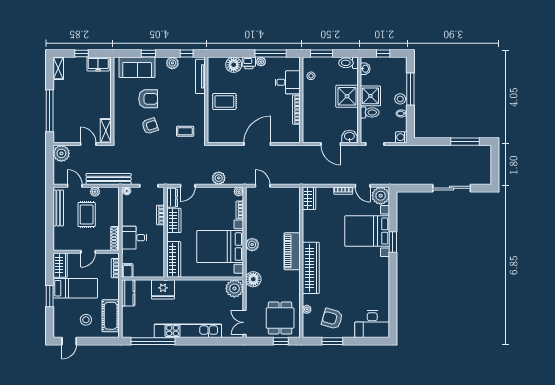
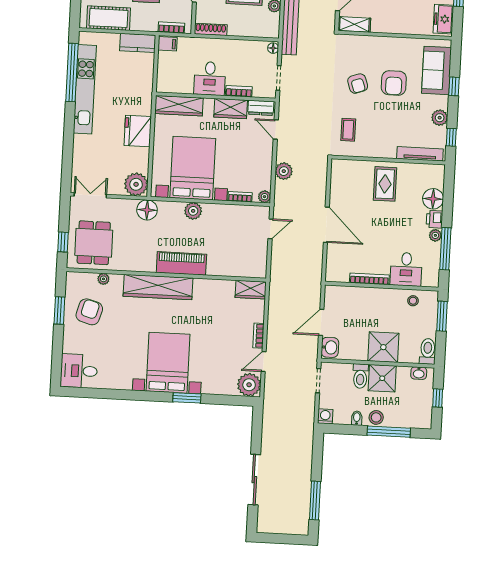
bed with nightstands: (367, 231) -> (168, 363), moved
desk: (134, 238) -> (210, 78), moved, turned 180
fridge: (163, 289) -> (138, 131), moved
dining table: (280, 318) -> (94, 243), turned 90
desk: (372, 324) -> (79, 371), width x0.73
kitchen unit: (188, 331) -> (85, 89), moved

